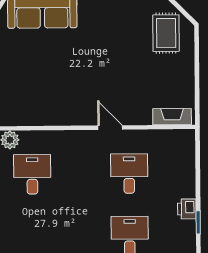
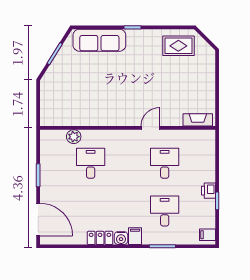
rug: (166, 33) -> (178, 46), moved, turned 90
door: (110, 128) -> (150, 128), hinge flipped

